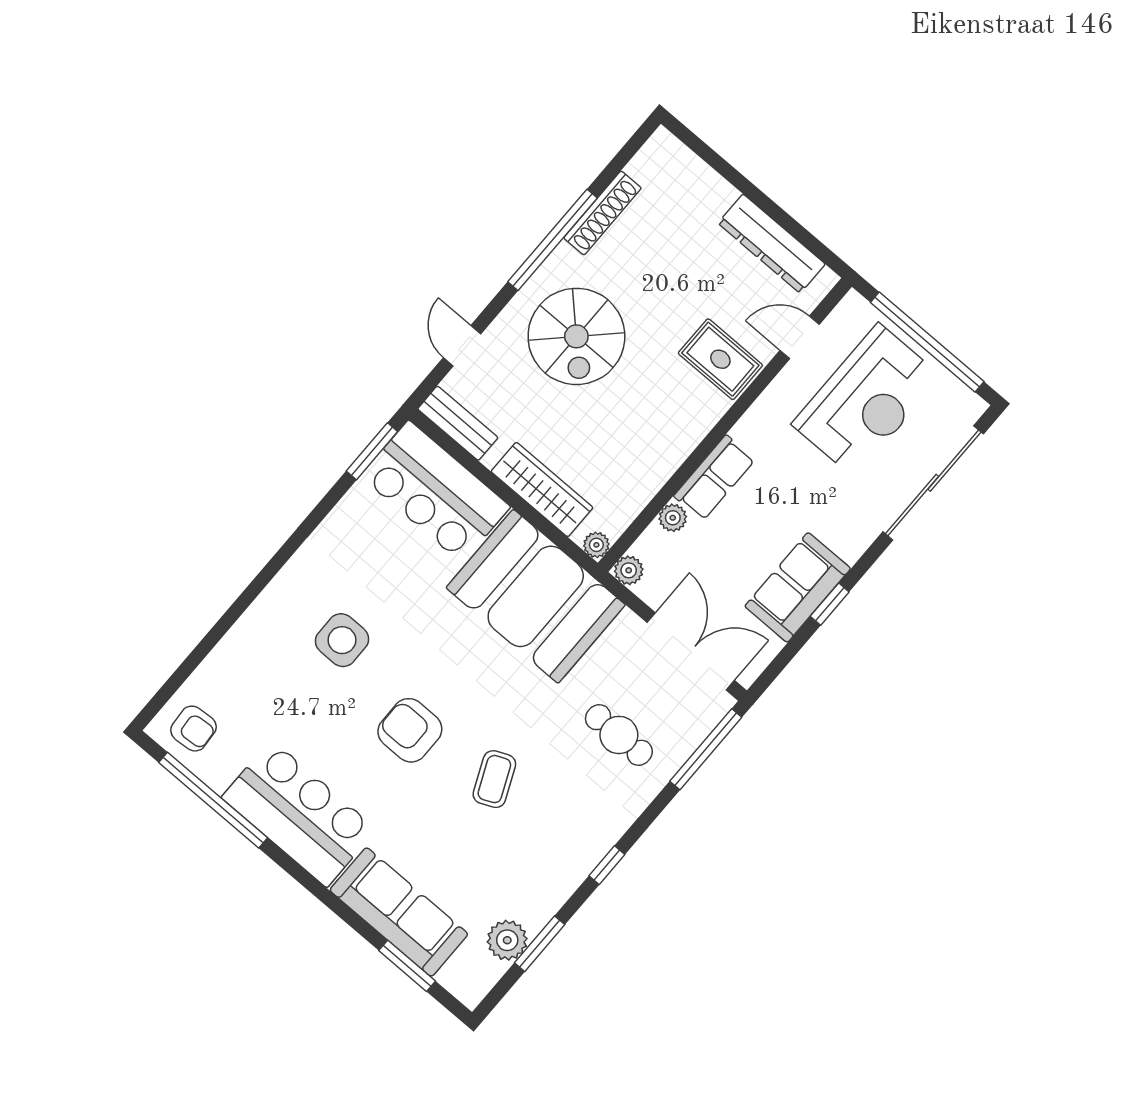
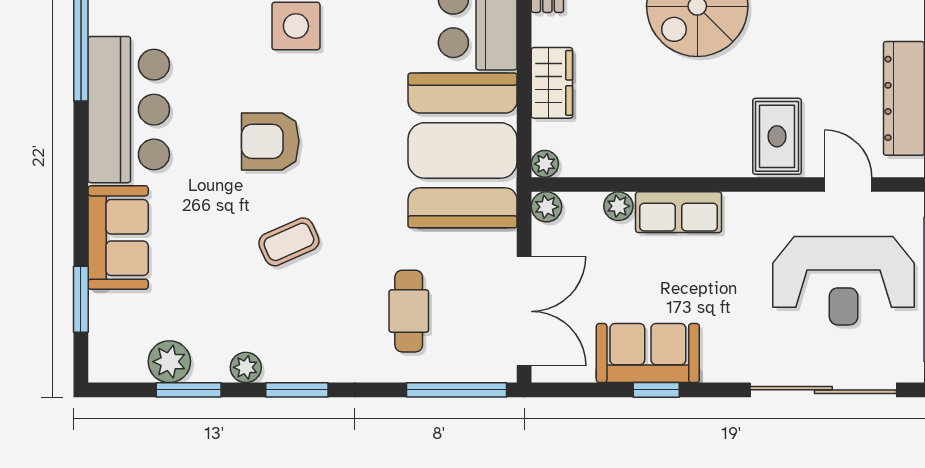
wardrobe: (542, 490) -> (552, 83), width x0.67
armchair: (410, 730) -> (270, 141), turned -90
window: (607, 865) -> (297, 390), width x1.50
plant: (559, 888) -> (246, 367), added
sofa: (399, 912) -> (118, 238), width x0.73

